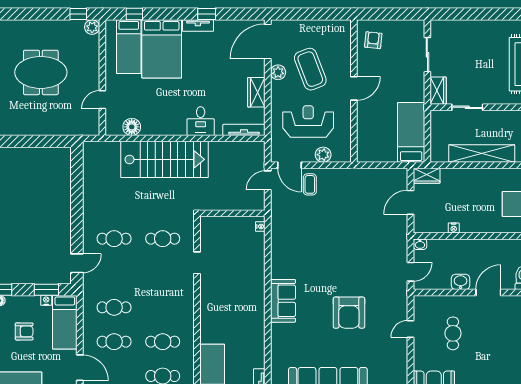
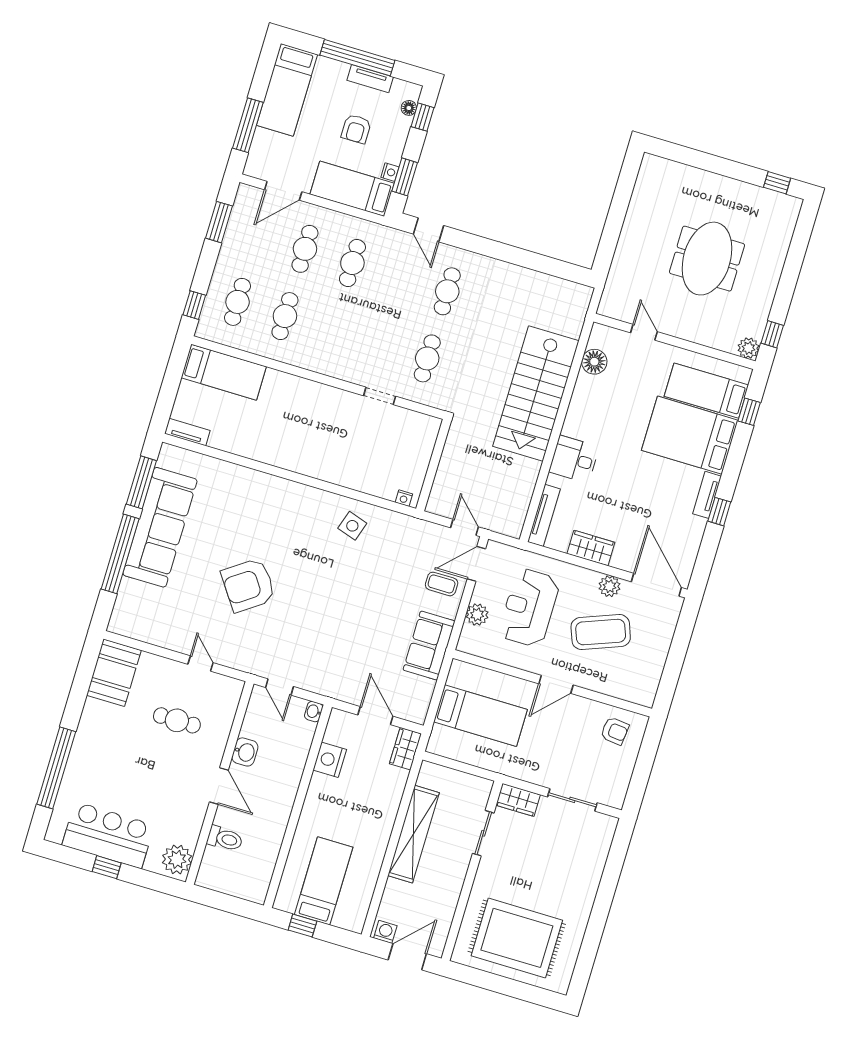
door: (354, 88) -> (556, 684), hinge flipped
reception desk: (308, 121) -> (529, 608), turned 180
bed: (411, 132) -> (480, 716), moved
nightstand: (454, 228) -> (330, 760), width x1.89, depth x1.79
side table: (289, 255) -> (352, 526), added
sofa: (283, 301) -> (429, 646), moved, turned 90
armchair: (349, 313) -> (248, 585), turned -35

